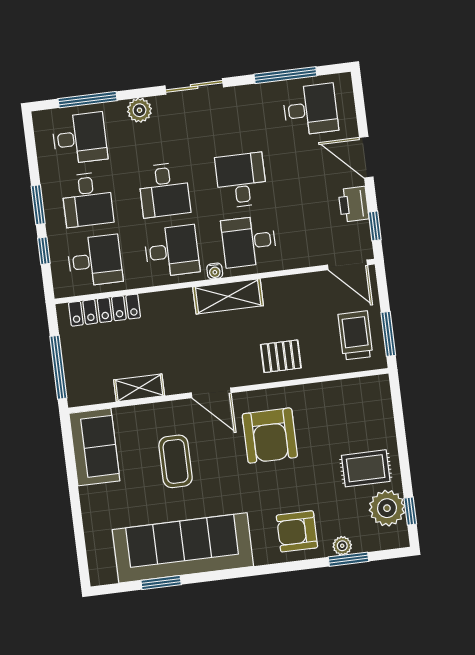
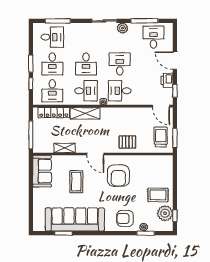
plant: (139, 110) -> (122, 28), moved
desk: (310, 110) -> (153, 37), turned -90
desk: (95, 261) -> (52, 91), turned 90
shelving: (228, 296) -> (85, 113), moved

